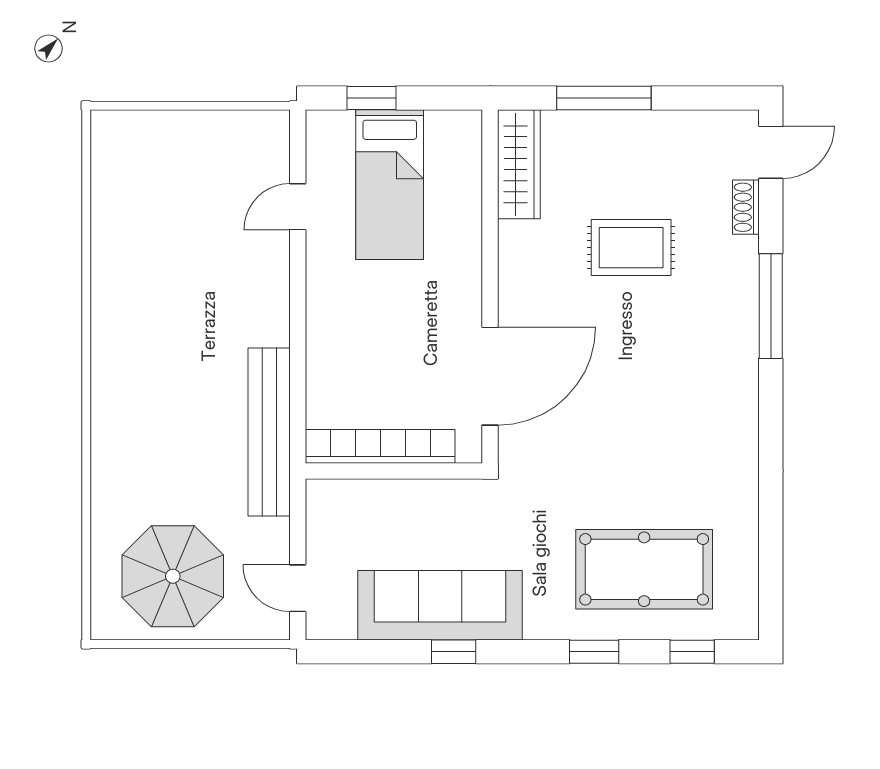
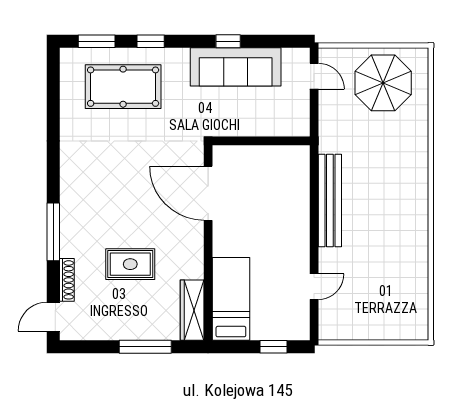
bed: (390, 185) -> (231, 299), moved
shoe rack: (746, 207) -> (67, 280), width x1.43
door: (490, 376) -> (208, 193), hinge flipped
bench: (269, 432) -> (330, 201), moved
bookcase: (380, 446) -> (269, 154), removed
window: (692, 652) -> (97, 41), width x1.50

